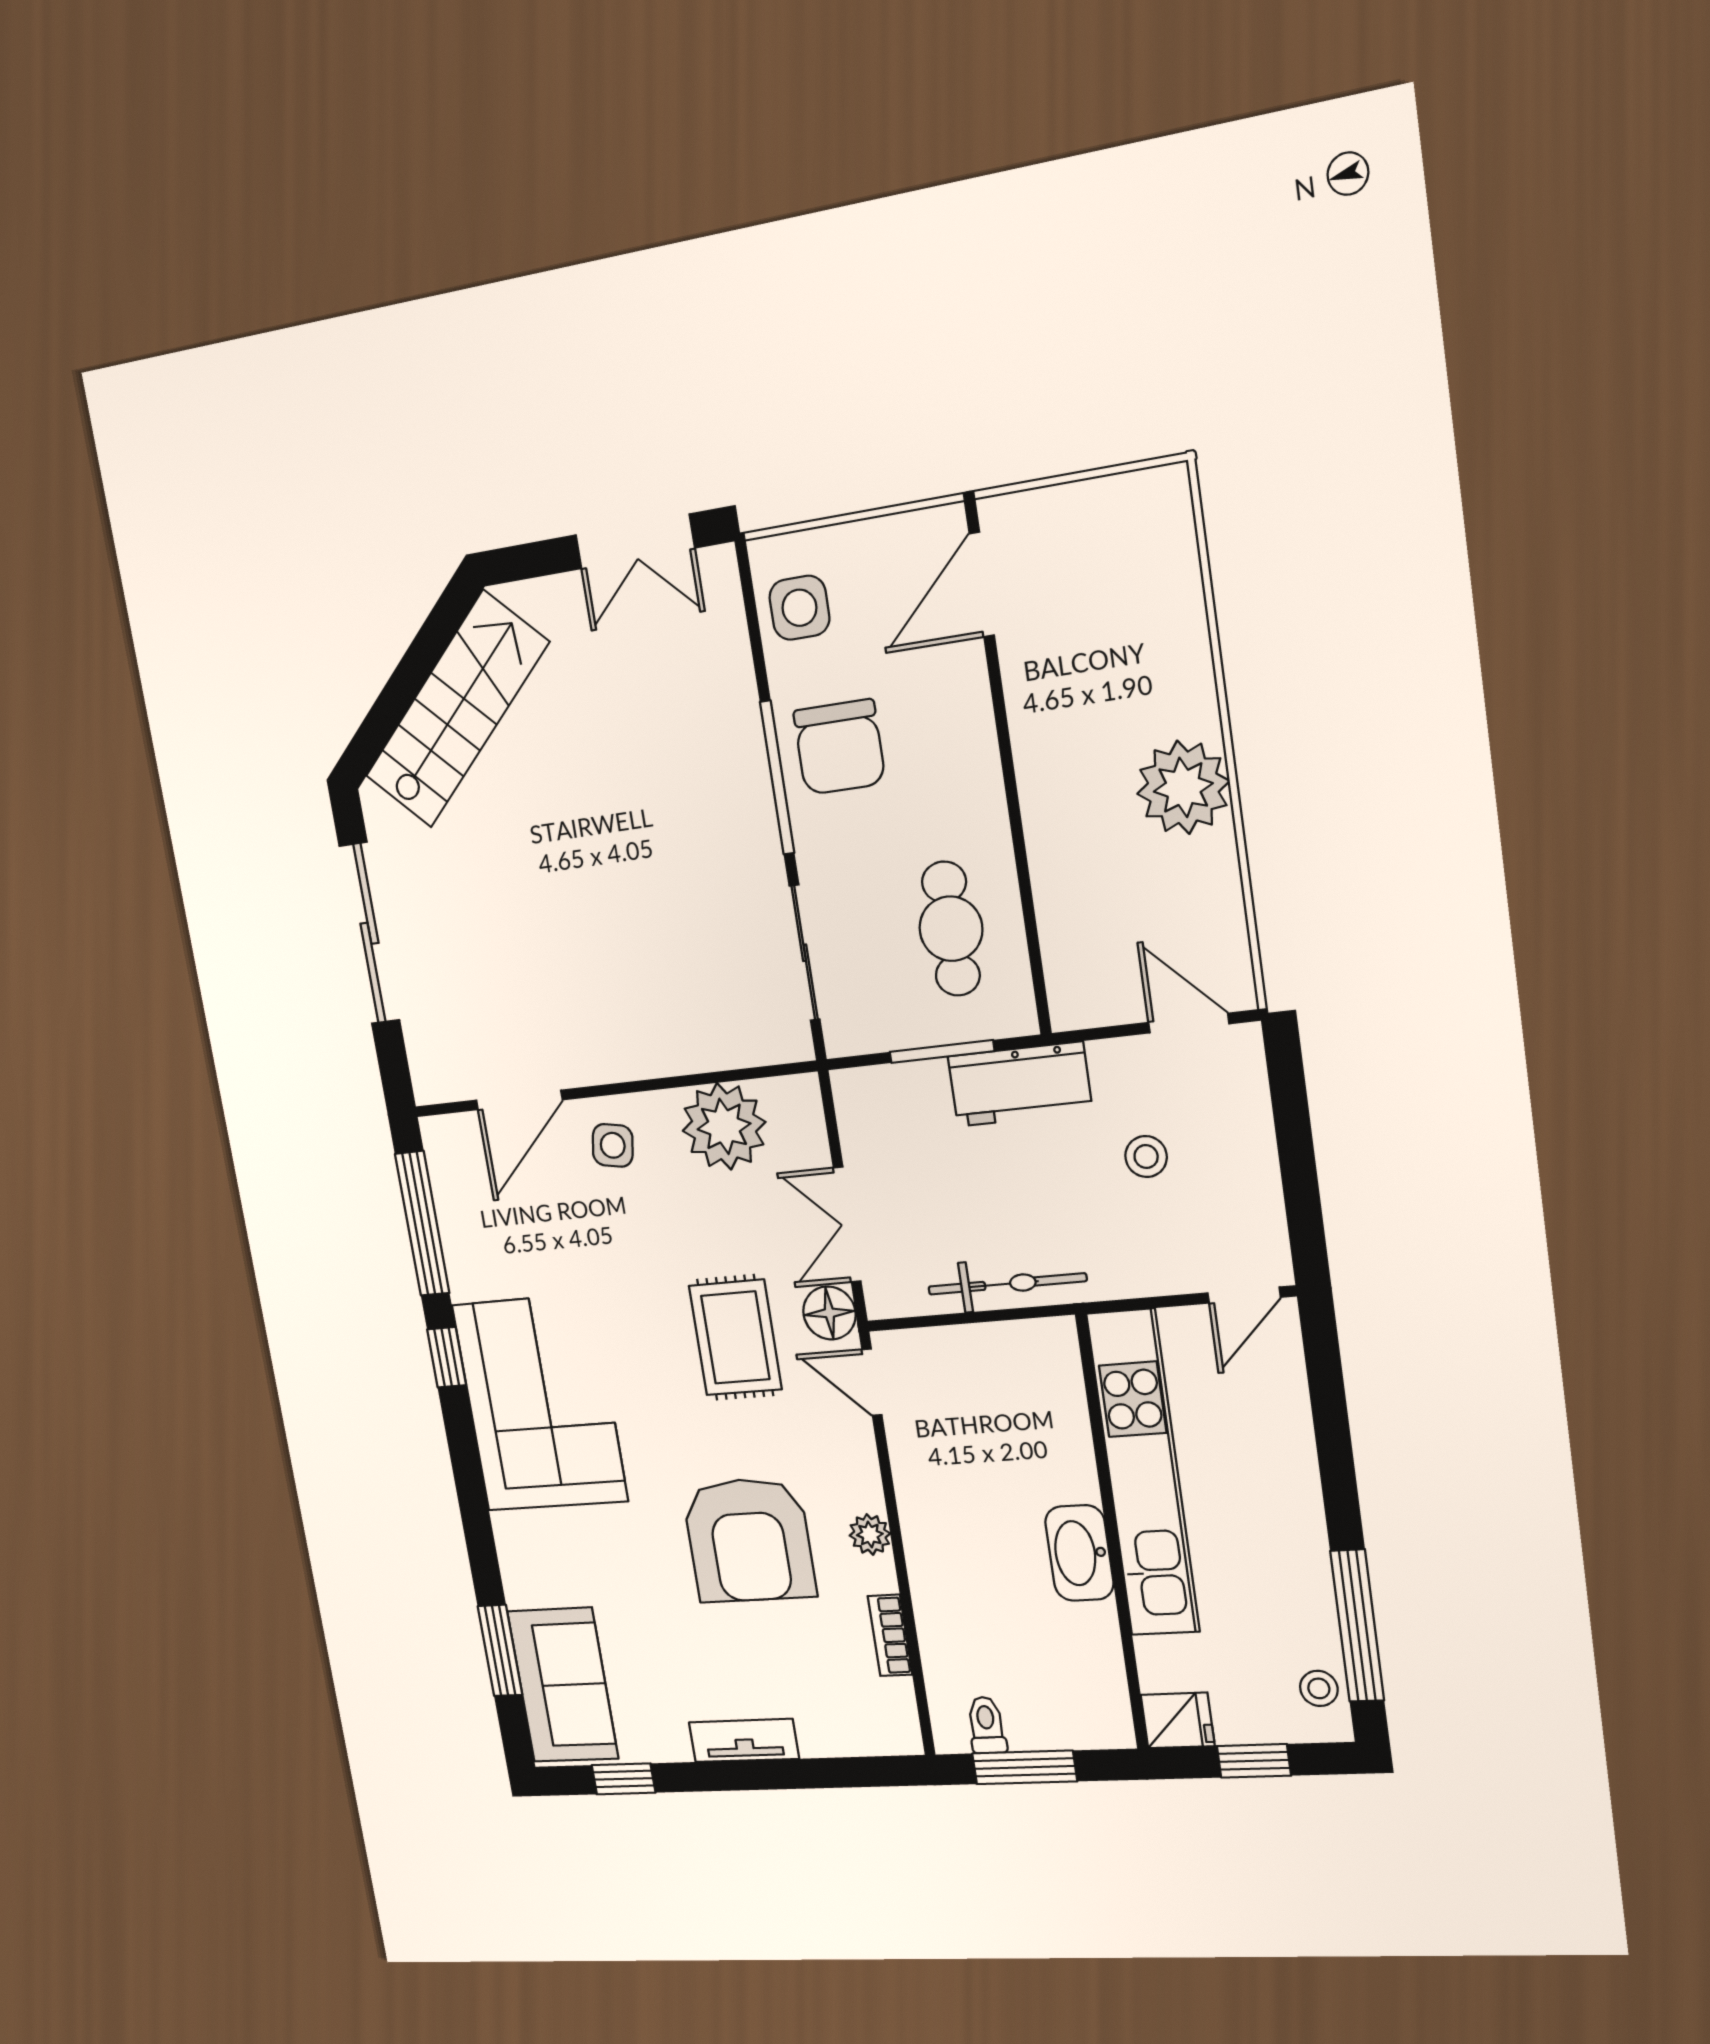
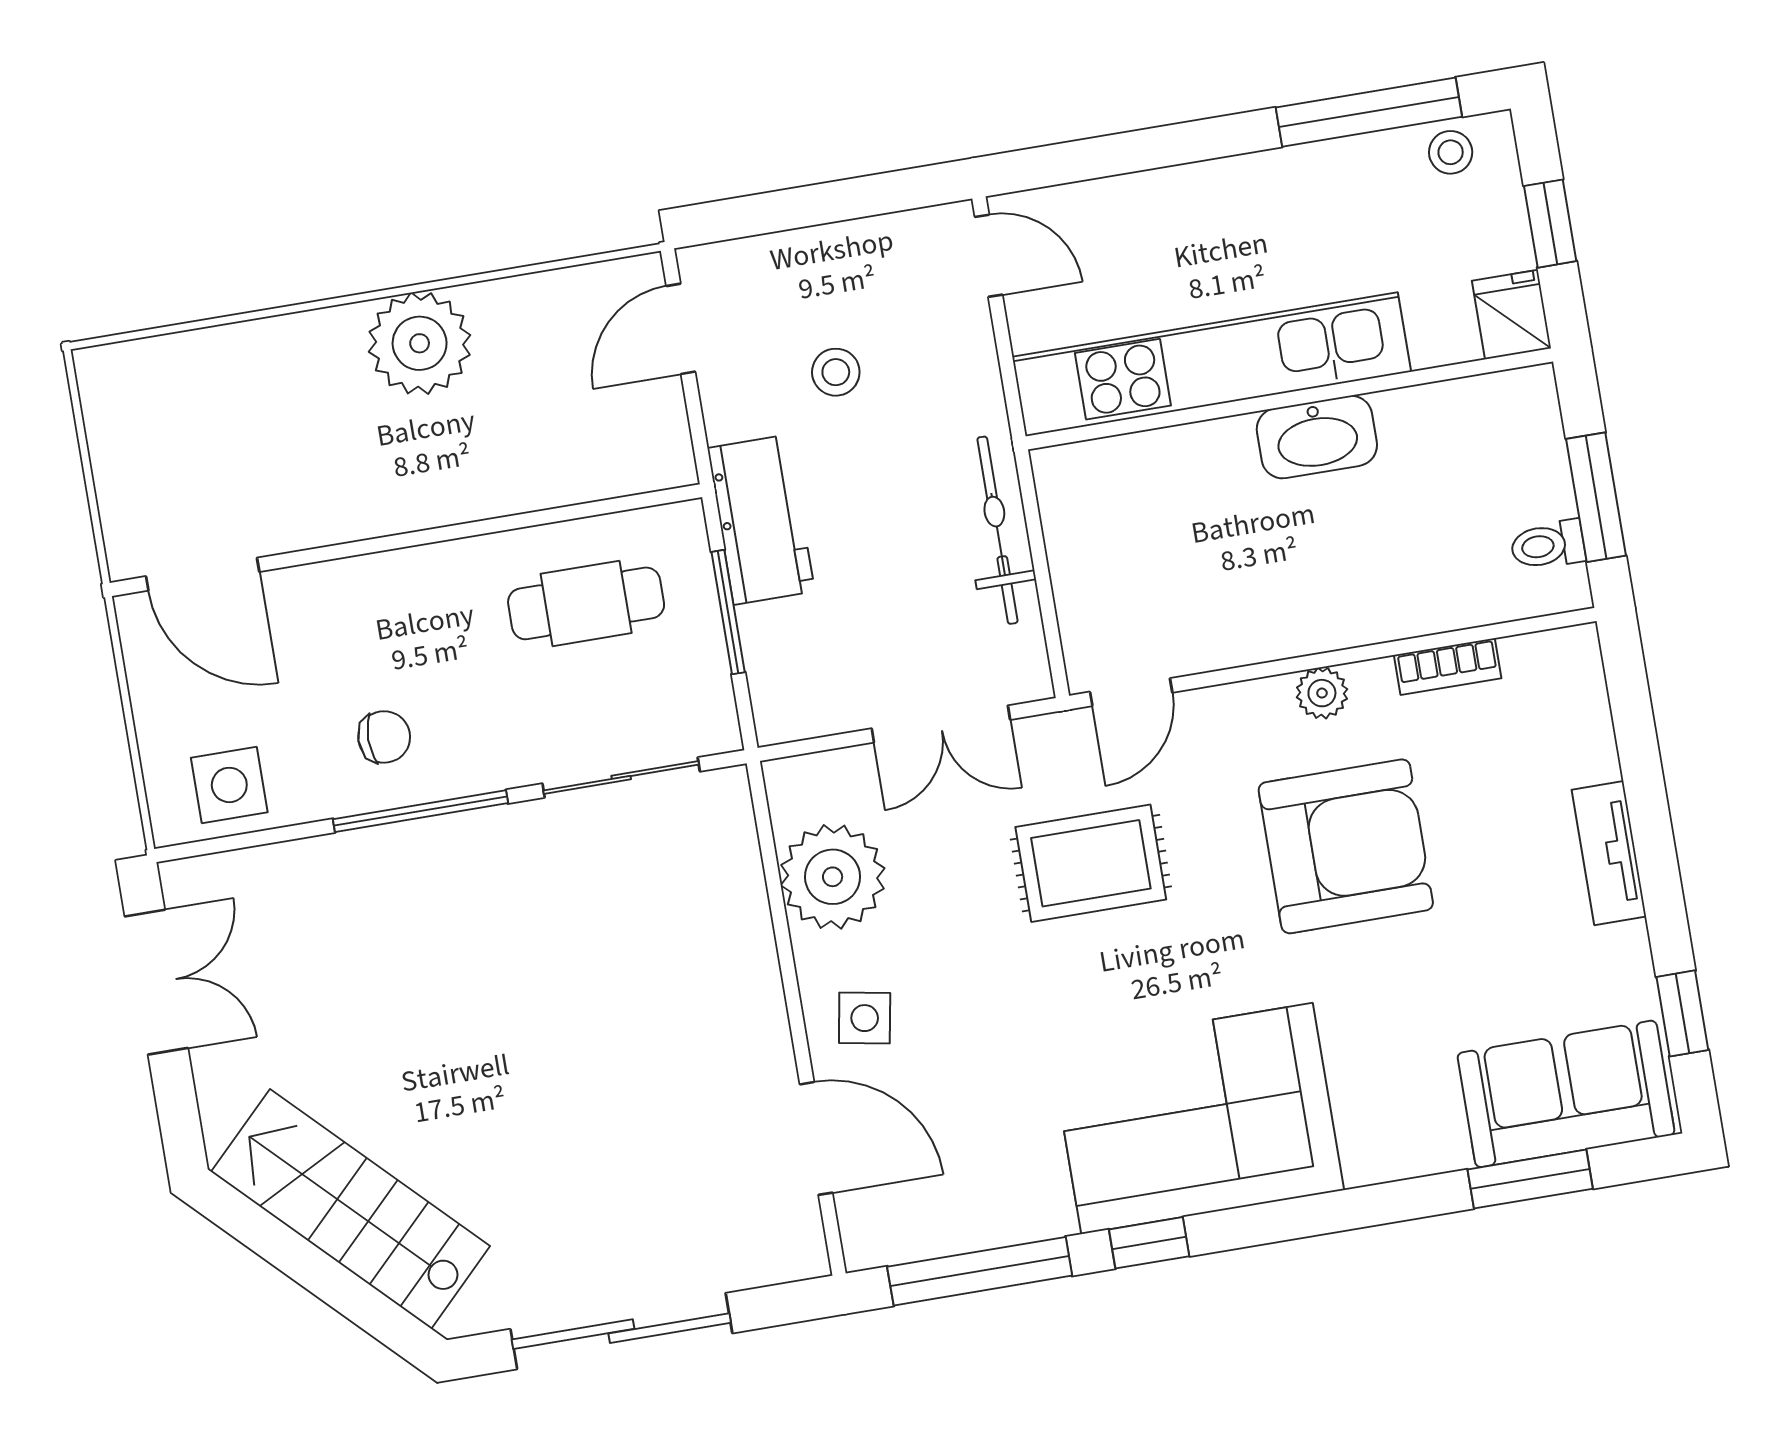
chair: (839, 747) -> (384, 737), width x0.54, depth x0.54
floor lamp: (829, 1313) -> (1050, 745), removed

